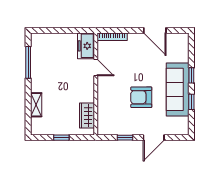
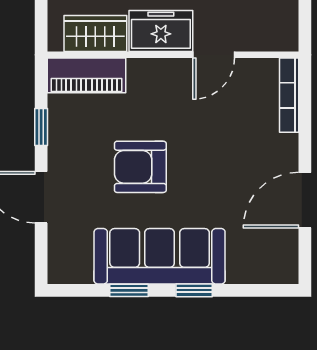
freezer: (86, 46) -> (161, 31), moved
armchair: (141, 97) -> (140, 167), turned -90
piano: (104, 119) -> (86, 75), added

